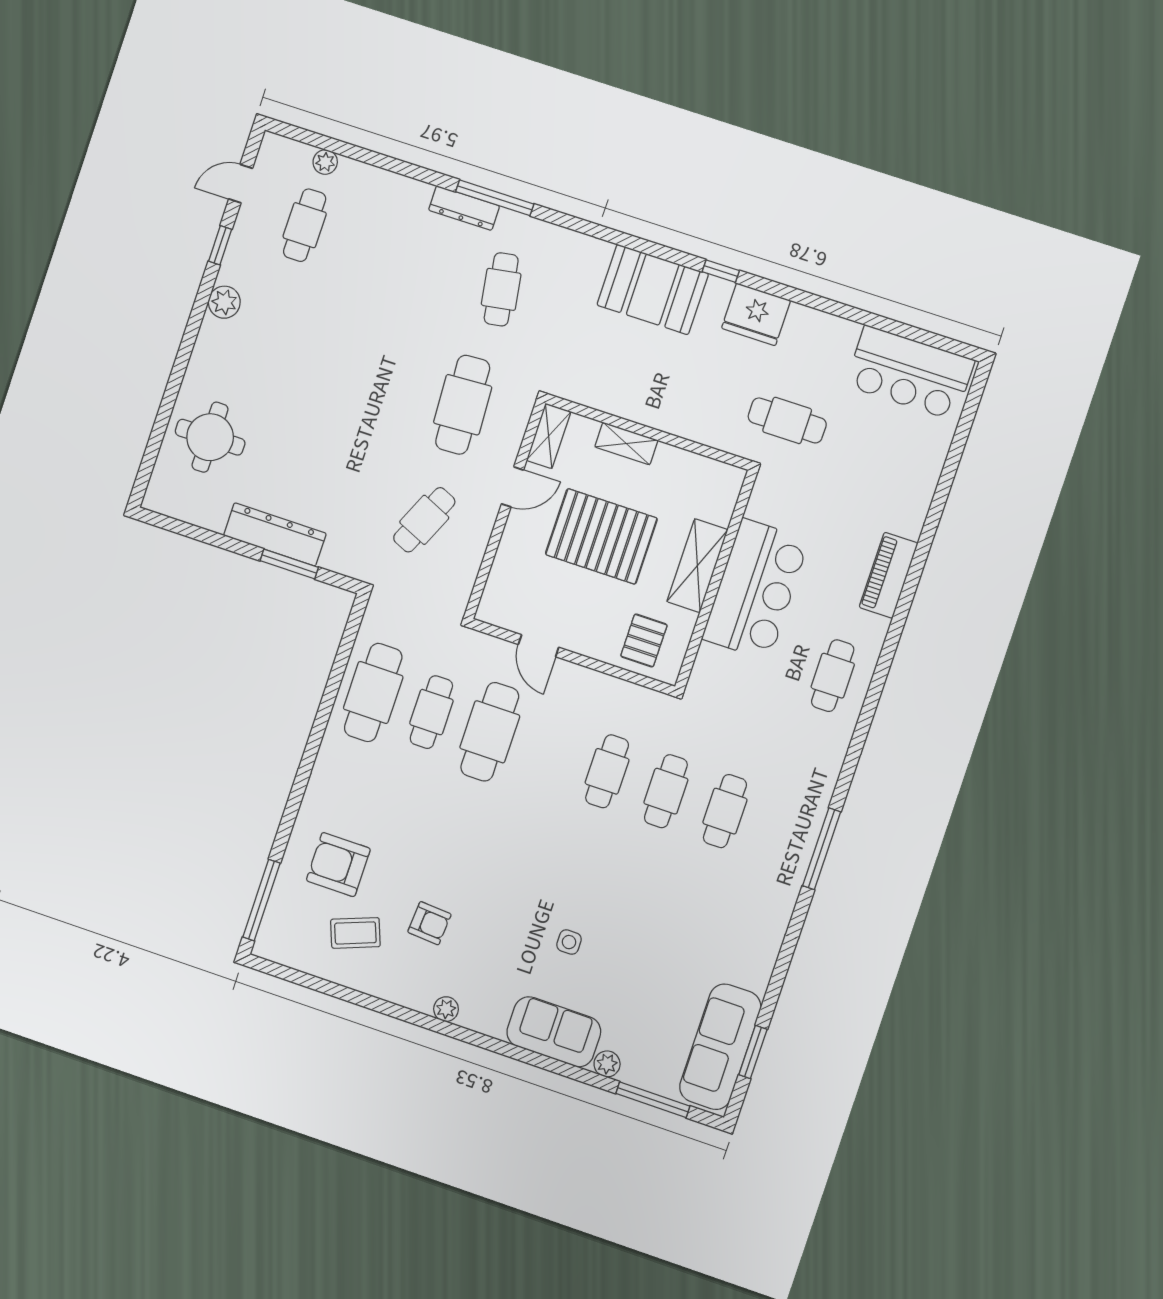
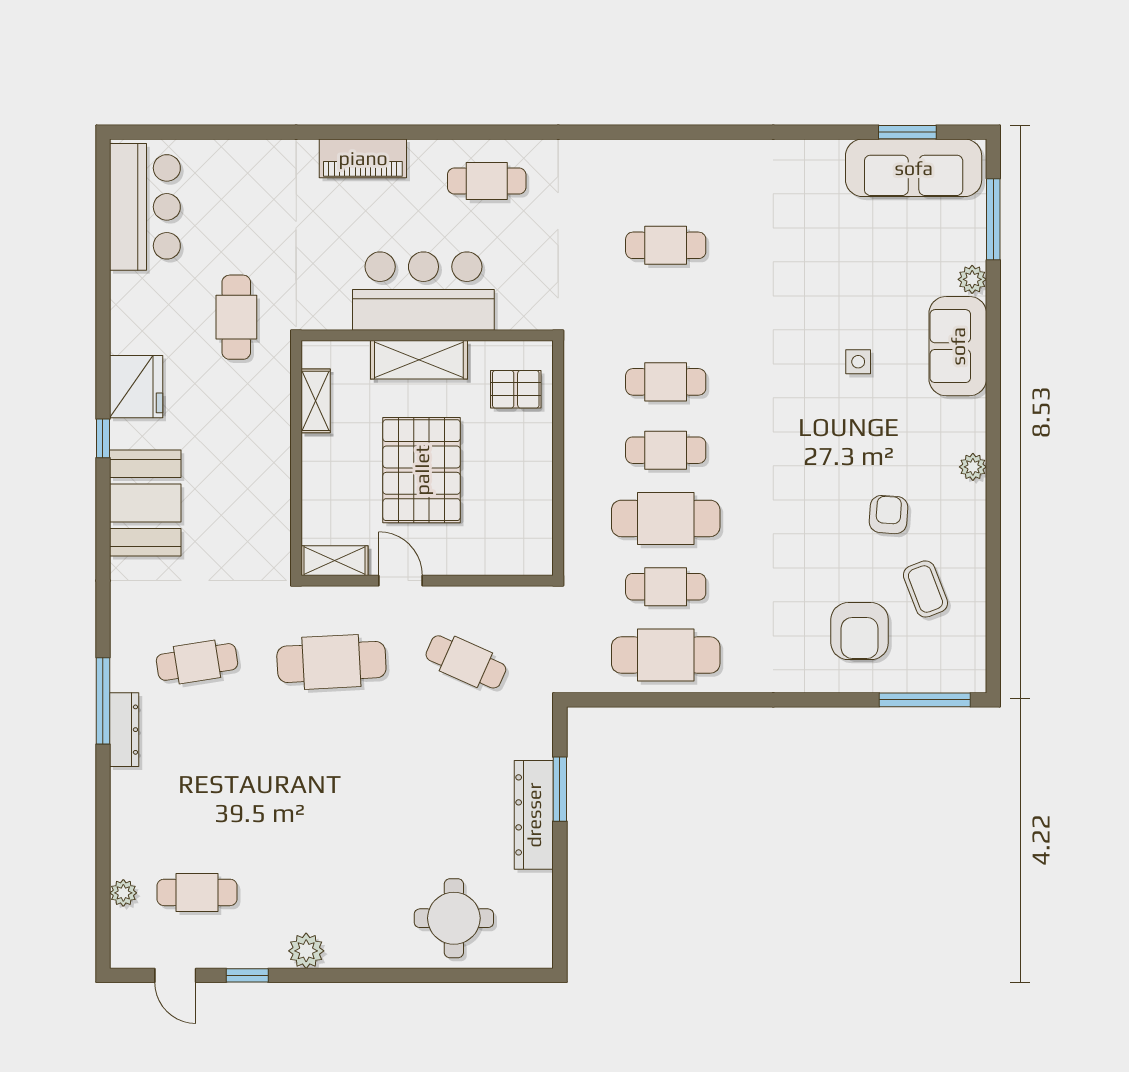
shelving: (626, 444) -> (316, 401), moved
door: (539, 646) -> (558, 497), removed
cafe table: (666, 791) -> (666, 450), moved
window: (822, 849) -> (671, 132), removed

